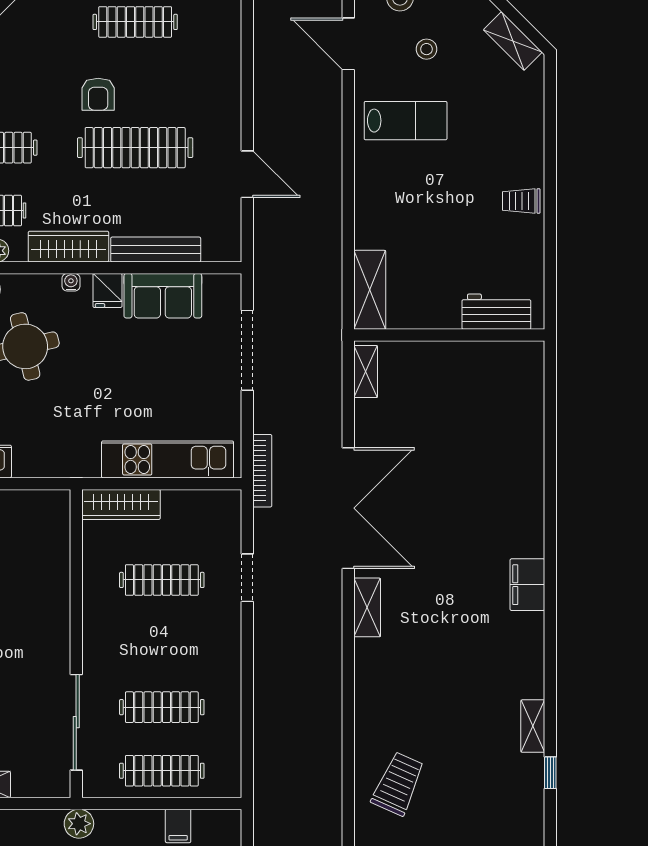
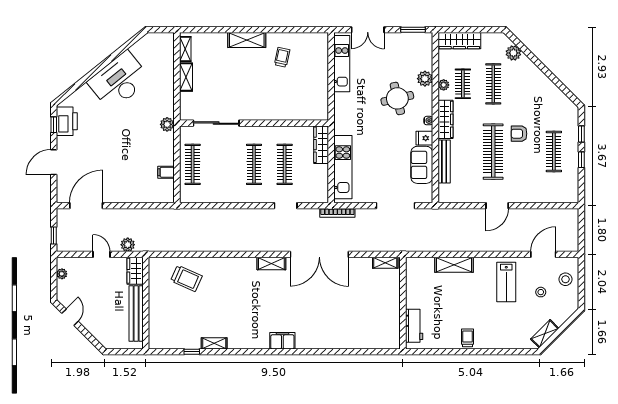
door: (247, 174) -> (497, 206), moved
shelving: (370, 290) -> (454, 265), moved
clothes rail: (162, 707) -> (254, 164), moved

